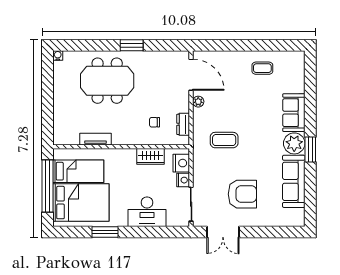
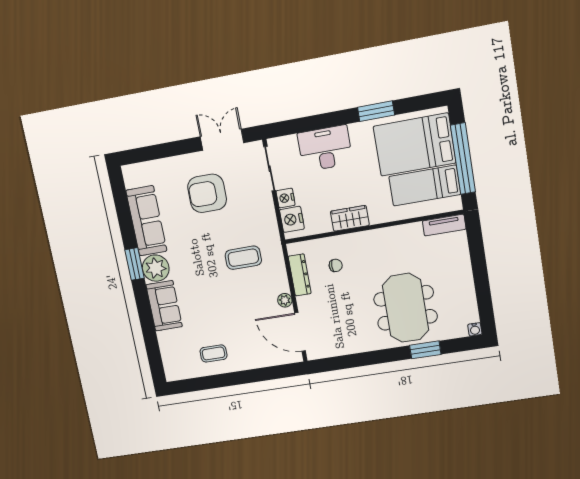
window: (132, 45) -> (425, 350), moved
meeting table: (107, 81) -> (406, 308), turned 90
dresser: (183, 124) -> (300, 275), width x1.44
tv unit: (96, 139) -> (444, 225), moved
wardrobe: (151, 156) -> (350, 218), moved

